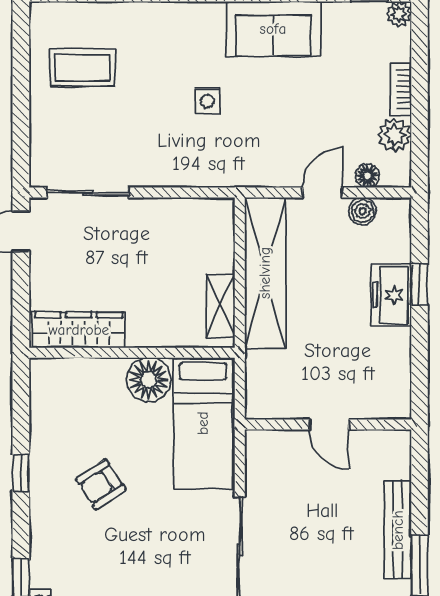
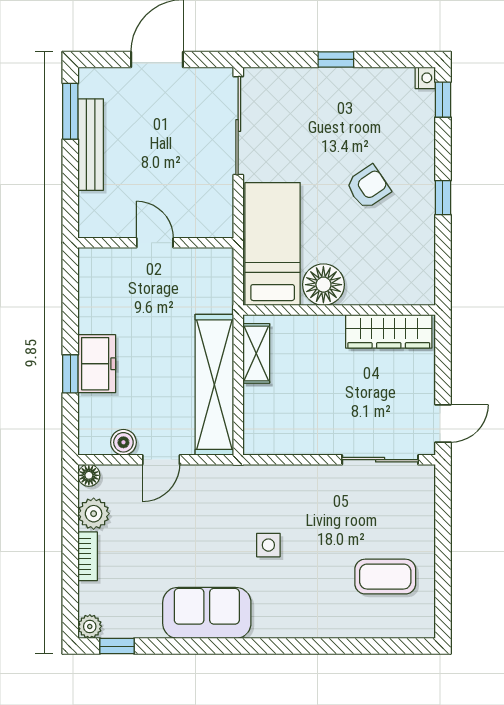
floor lamp: (367, 176) -> (89, 475), moved

